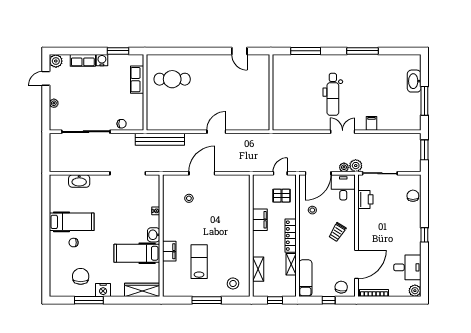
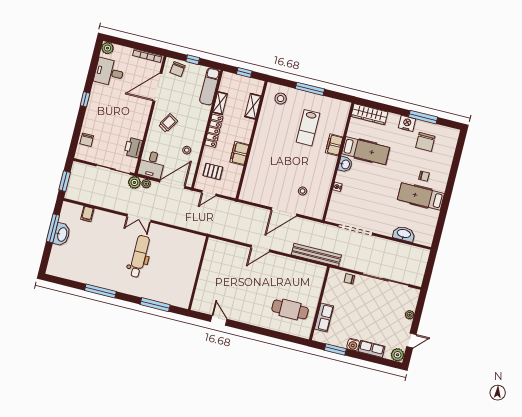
washbasin: (414, 81) -> (62, 234), moved
filing cabinet: (372, 123) -> (87, 214), moved

